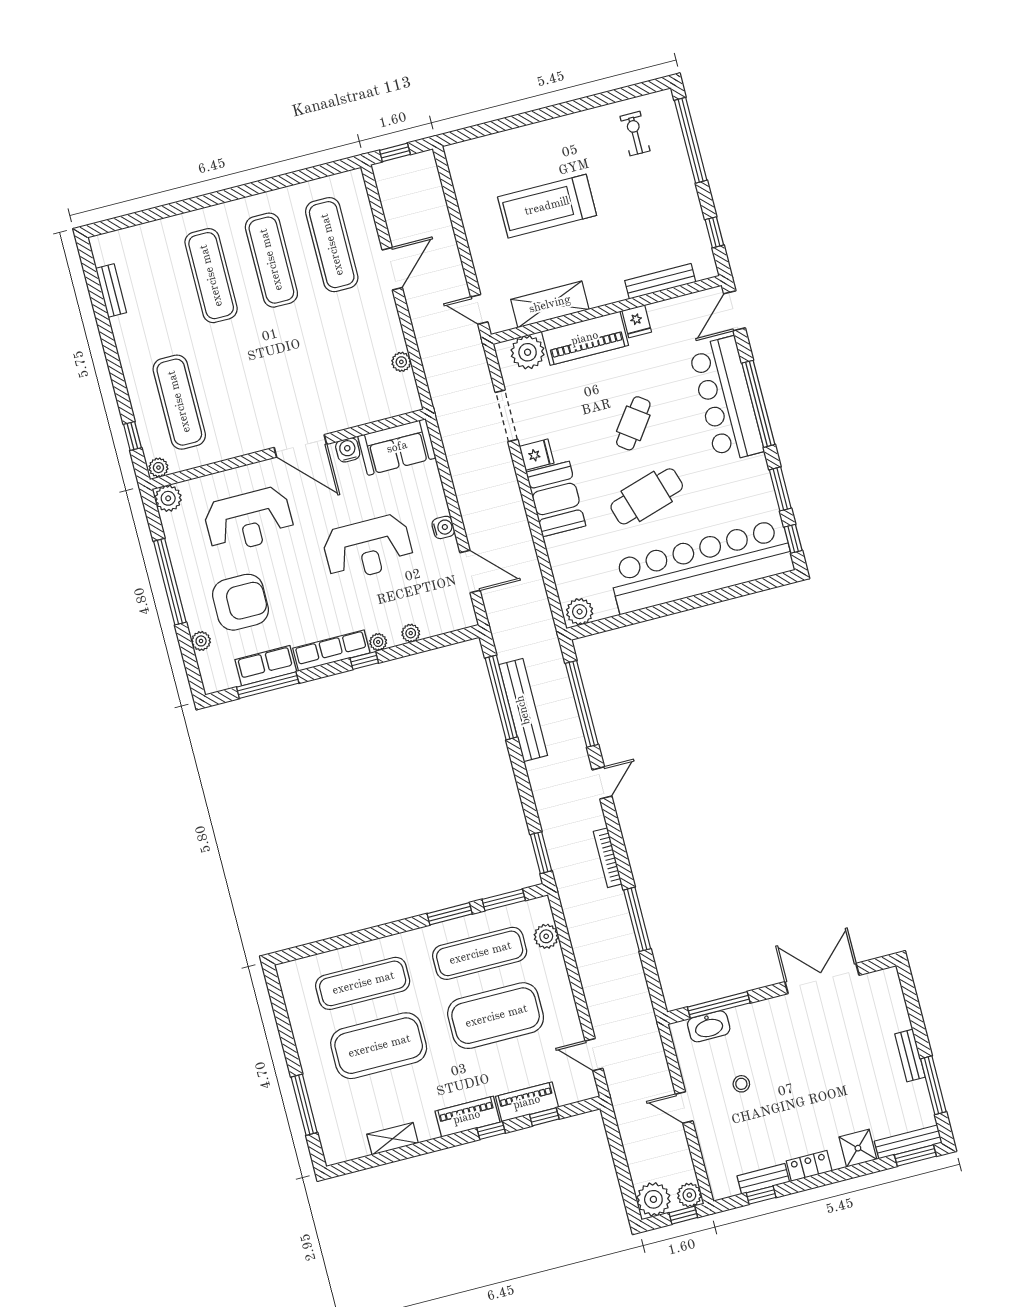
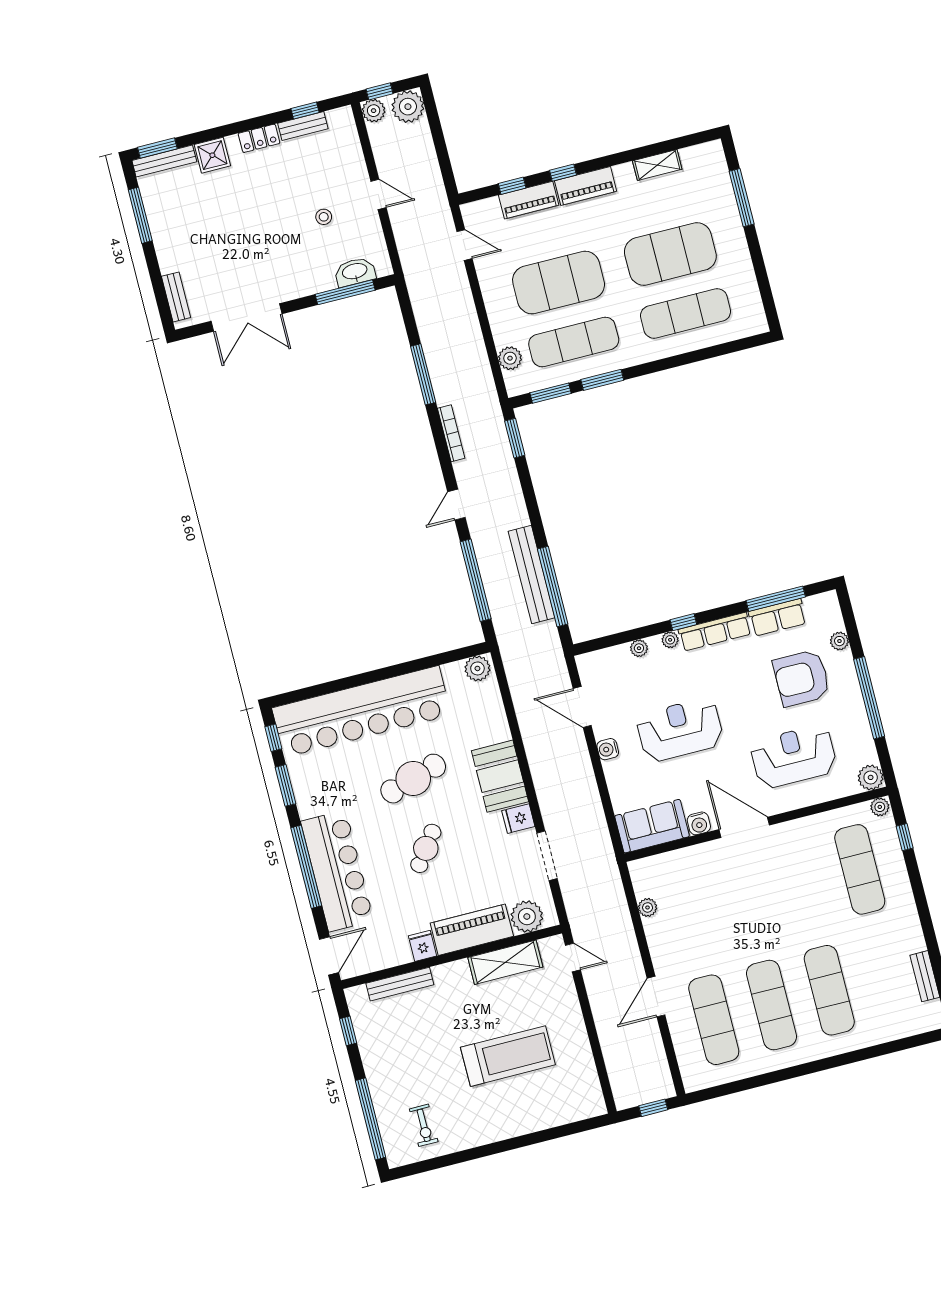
bench: (910, 1056) -> (176, 297), moved

